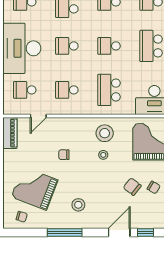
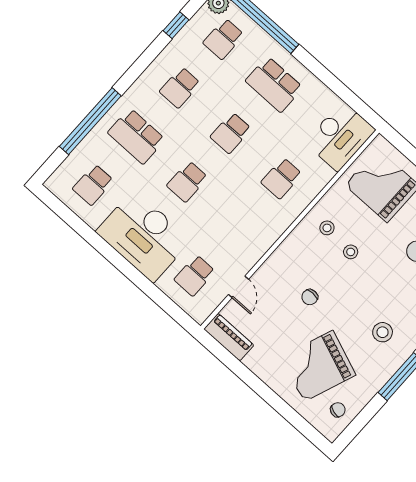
school desk: (67, 90) -> (238, 227), removed
school desk: (109, 90) -> (281, 178), width x0.54
stool: (105, 133) -> (327, 228), width x0.53, depth x0.53

